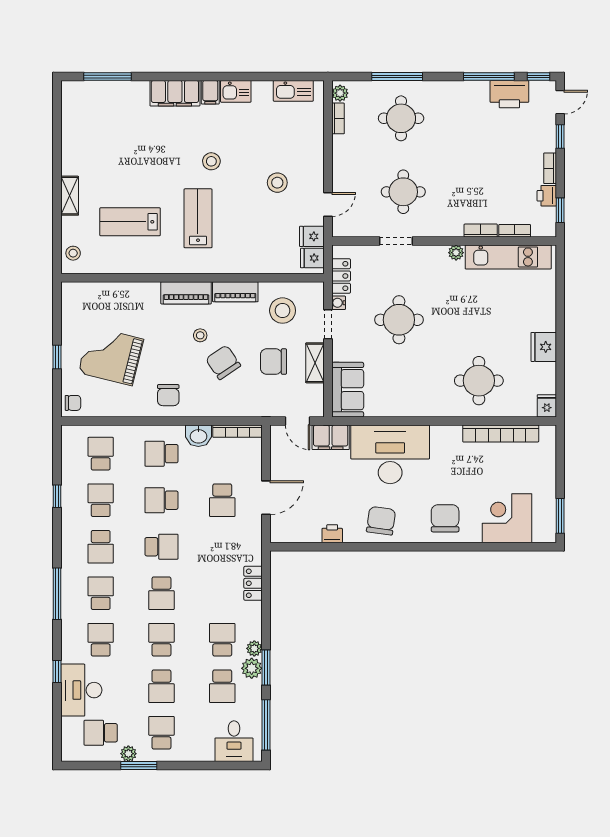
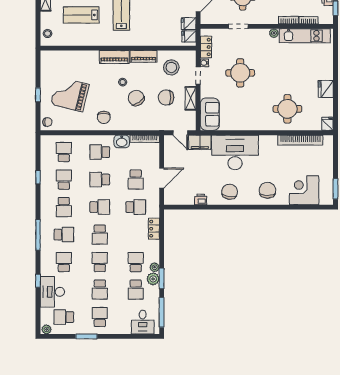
school desk: (222, 547) -> (136, 207), added
school desk: (101, 593) -> (64, 235), turned 90
plant: (128, 754) -> (47, 329), moved

